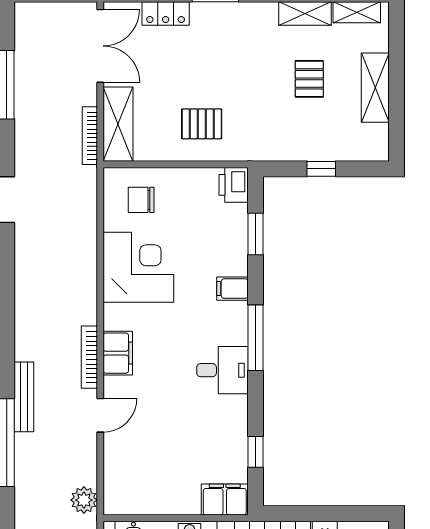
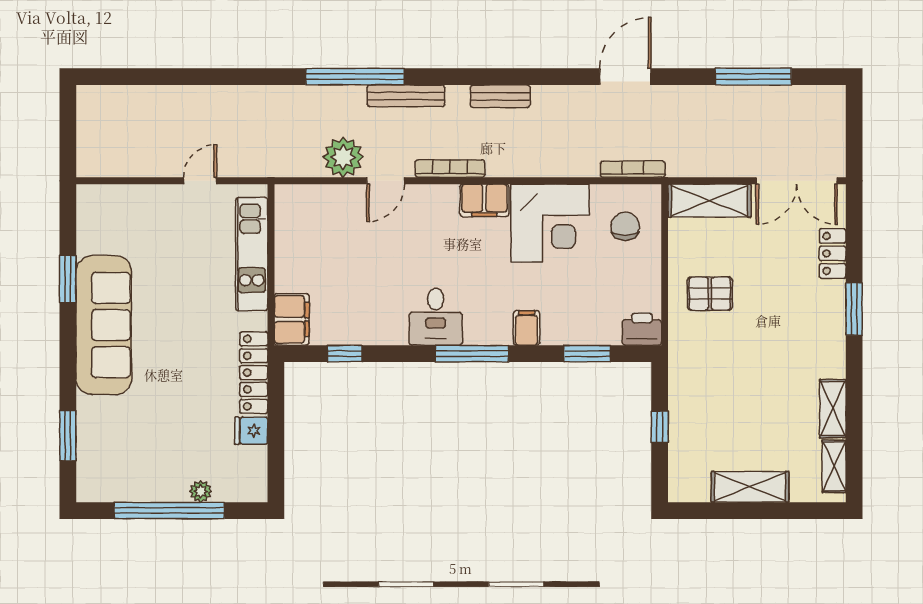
pallet: (309, 79) -> (760, 413), removed
pallet: (202, 124) -> (710, 294), turned 90
bookcase: (90, 136) -> (633, 169), moved
bench: (24, 312) -> (500, 96), added
filing cabinet: (118, 353) -> (484, 200), moved
door: (100, 415) -> (386, 181), hinge flipped
plant: (84, 500) -> (343, 157), moved, width x1.36, depth x1.36

